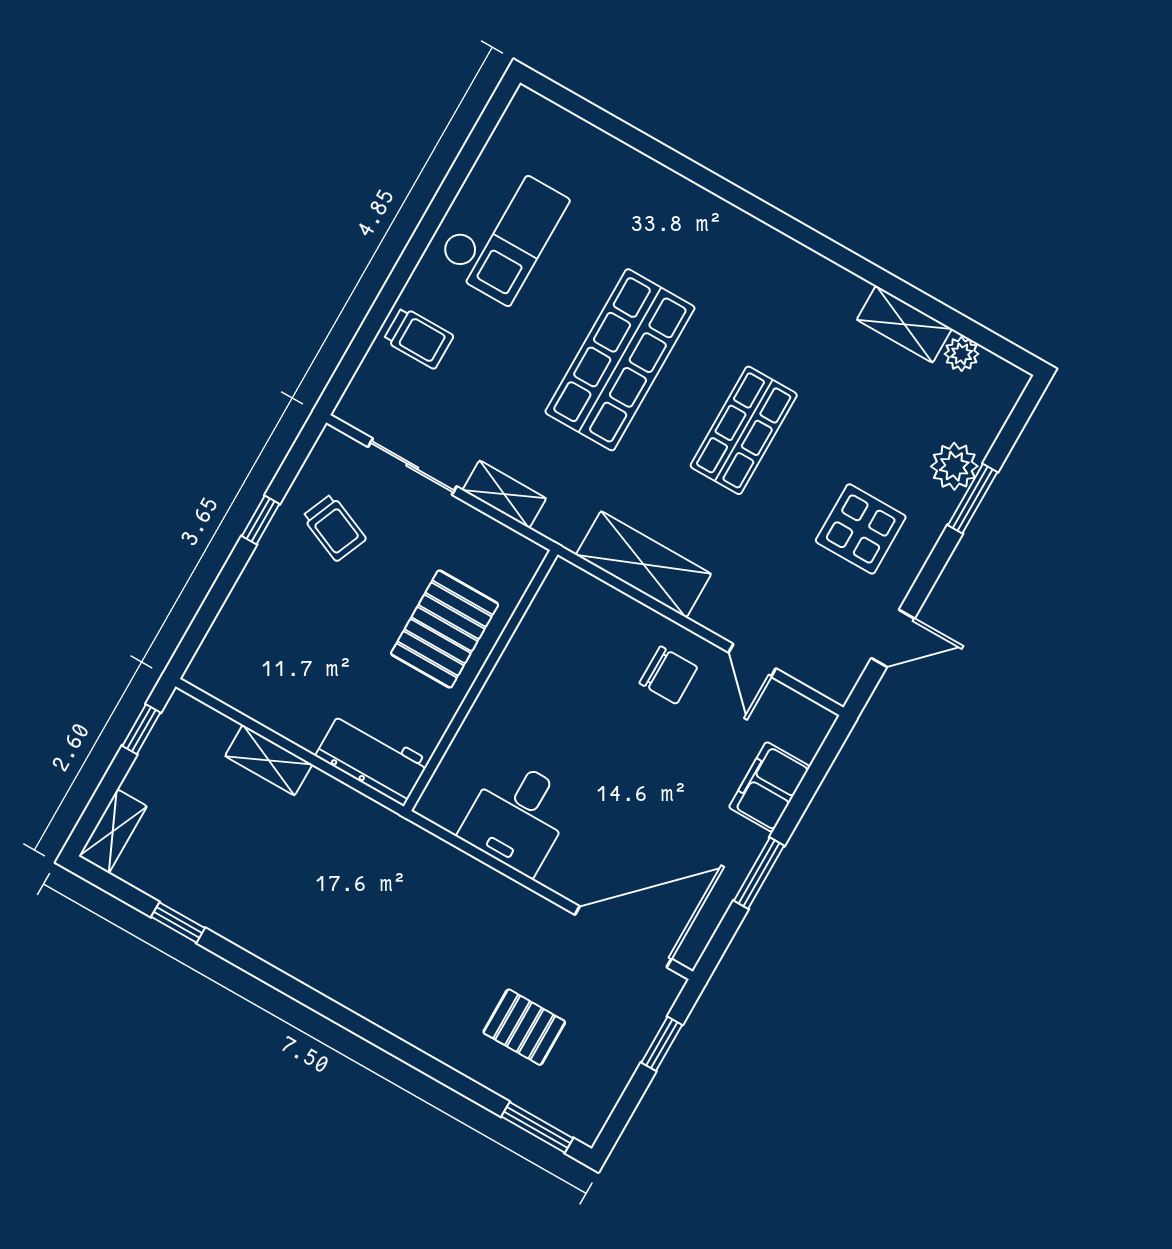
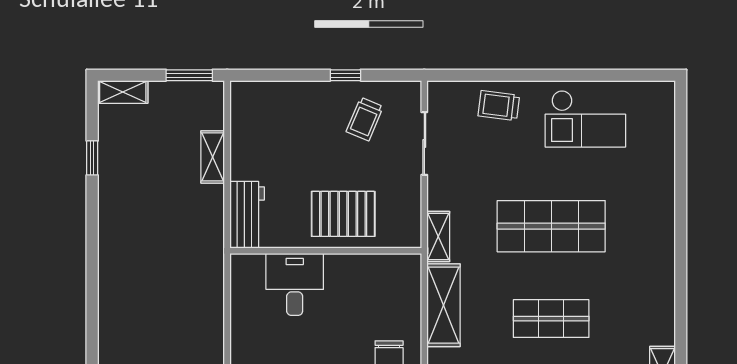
trolley: (418, 338) -> (499, 106), turned 97
shelving: (504, 494) -> (438, 237), moved
window: (141, 729) -> (189, 75), width x1.50
desk: (517, 817) -> (295, 284), moved, turned 90

